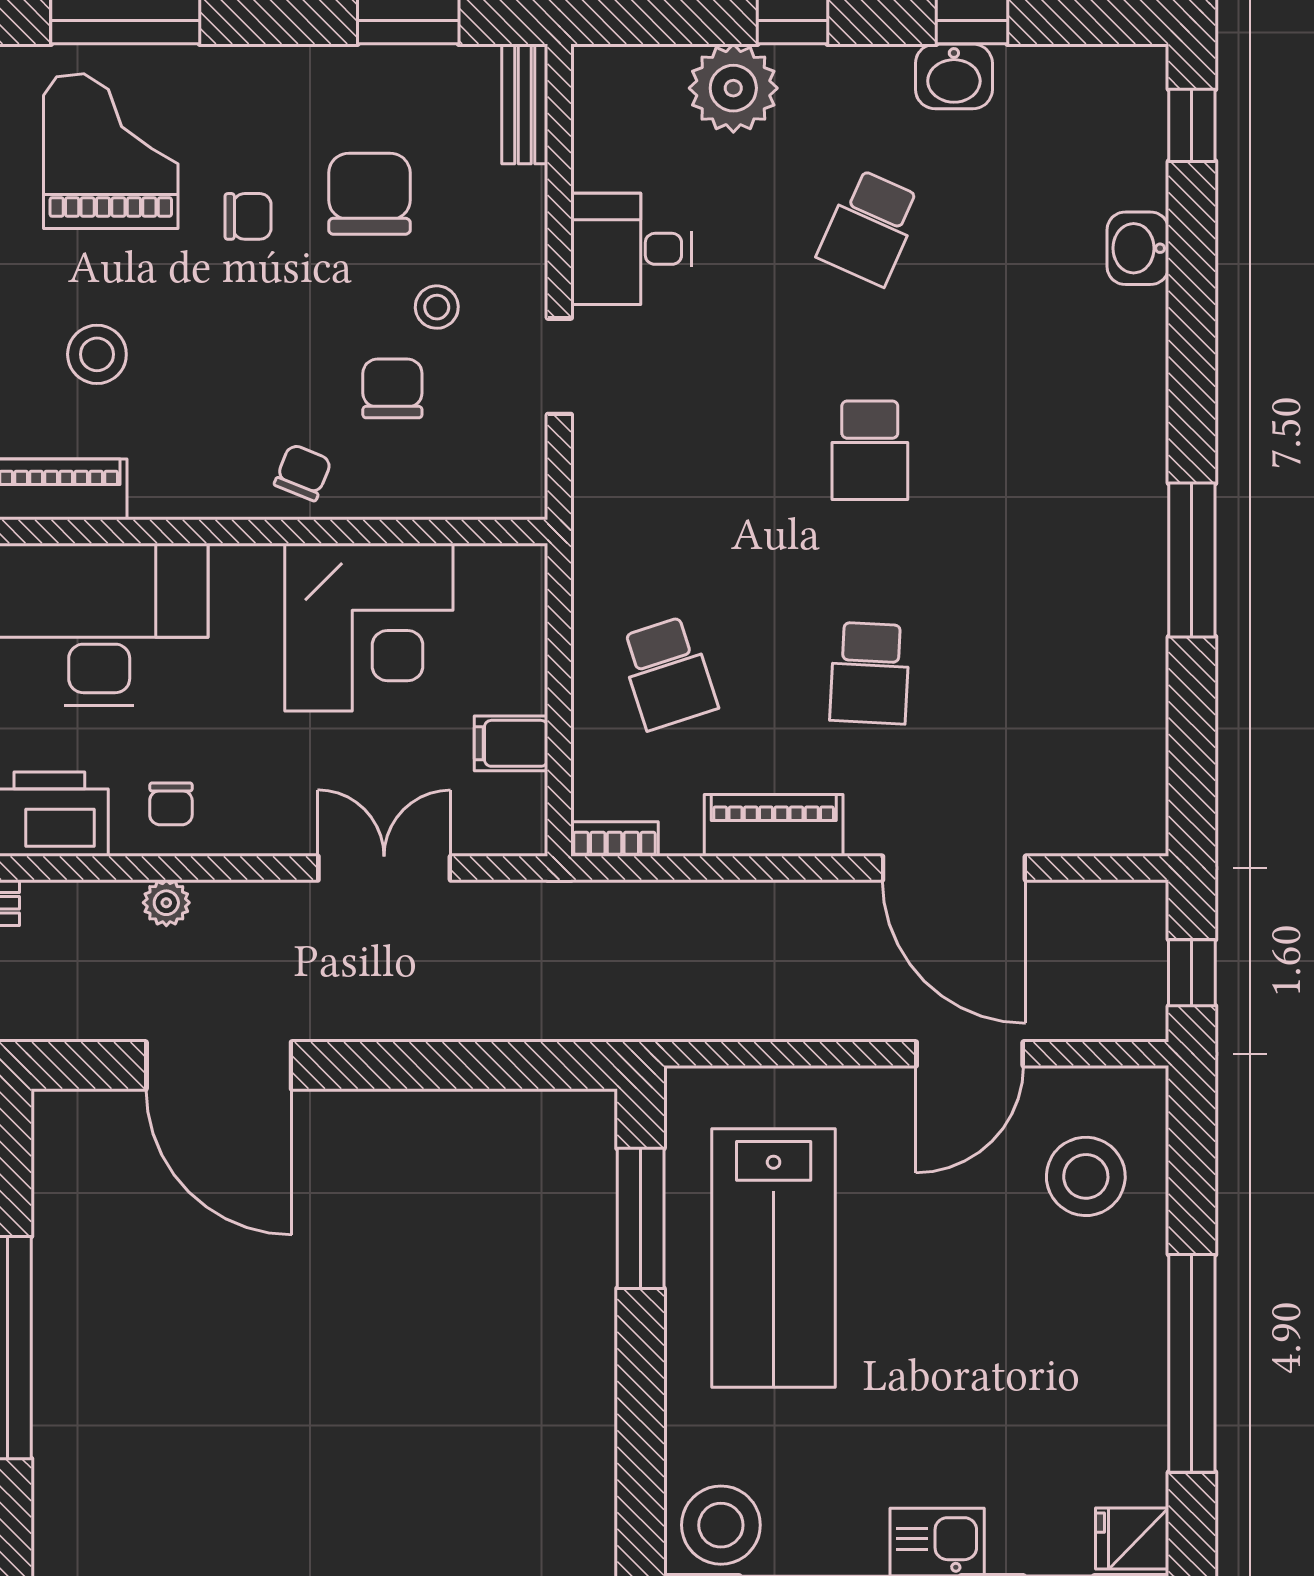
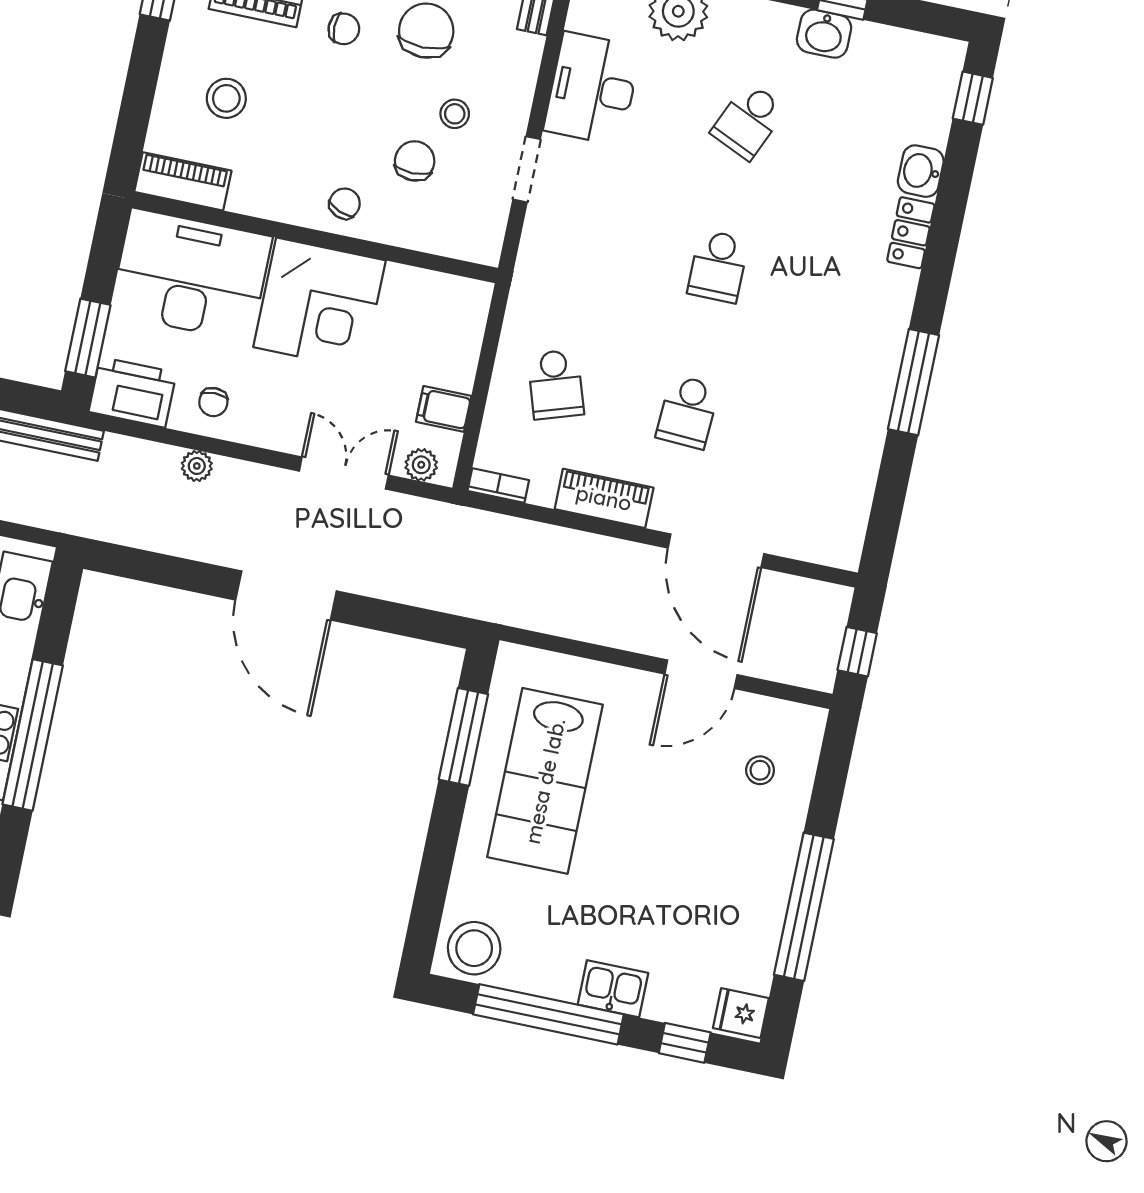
desk: (631, 249) -> (592, 89), width x1.37
locker: (1142, 342) -> (911, 233), added
corner desk: (369, 627) -> (320, 304), moved
plant: (495, 832) -> (421, 465), added
door: (219, 1065) -> (286, 596), moved
stool: (1086, 1176) -> (760, 770), width x0.53, depth x0.53

